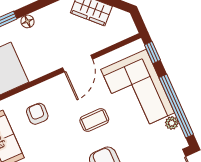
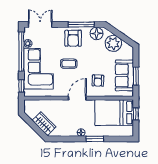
door: (78, 63) -> (77, 98), moved

